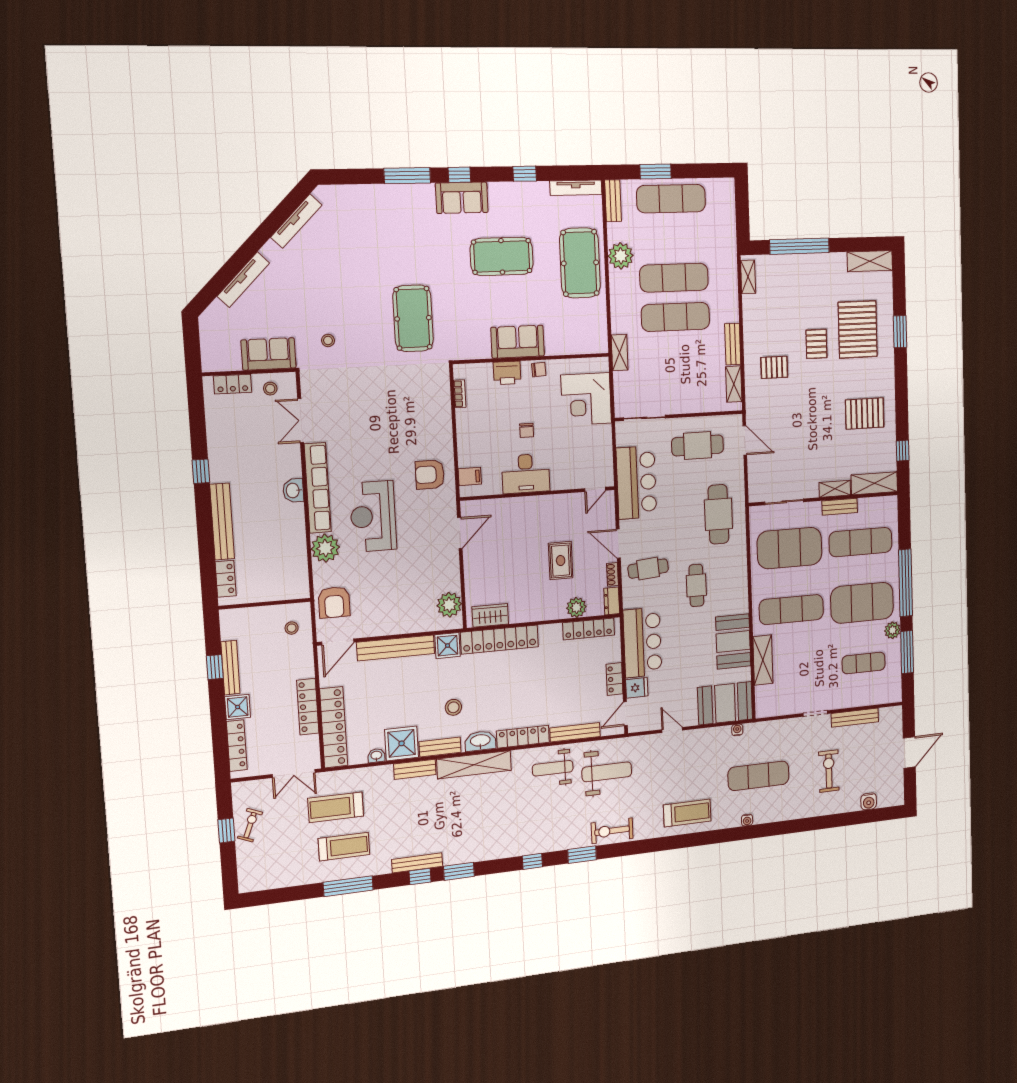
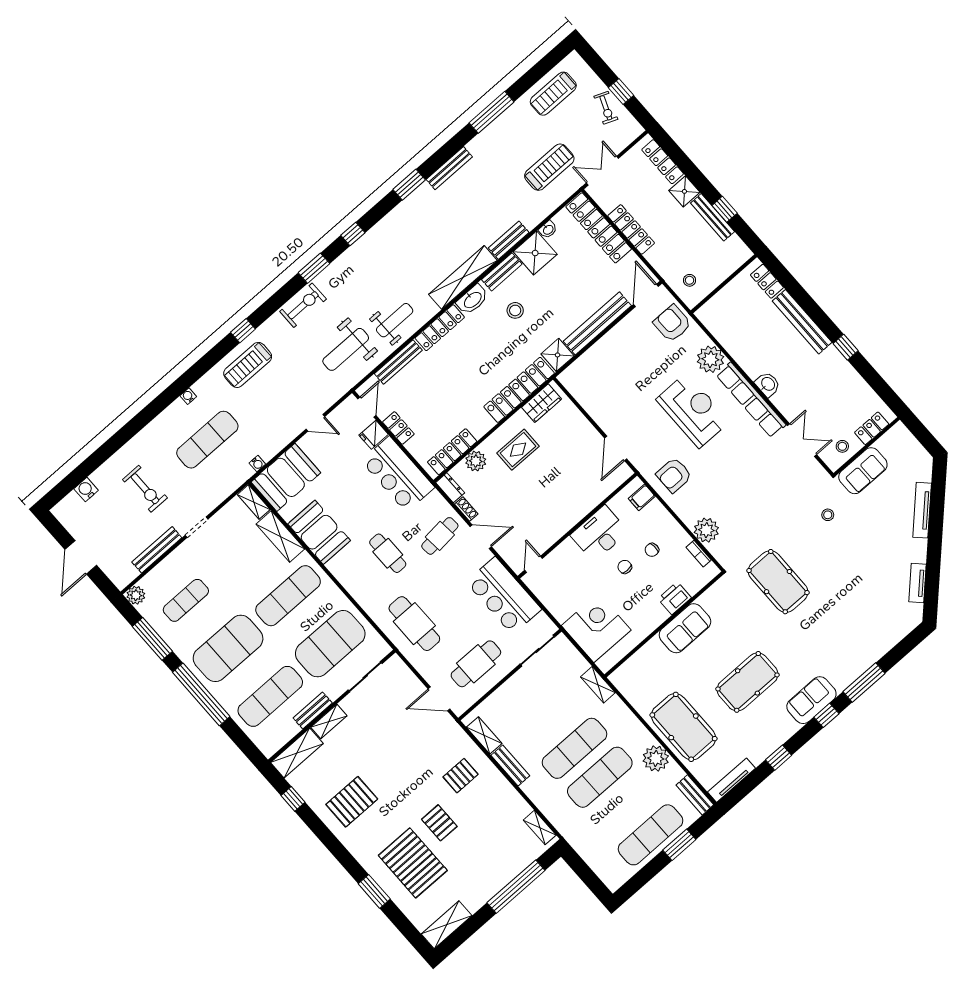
tv unit: (296, 221) -> (917, 583), width x0.71
chair: (539, 370) -> (652, 550), moved
armchair: (430, 474) -> (674, 475), turned 180
rug: (561, 561) -> (518, 450), moved, turned 90
plant: (449, 605) -> (706, 530), moved
plant: (892, 630) -> (136, 595), moved
shelving: (762, 702) -> (254, 502), added
treadmill: (344, 847) -> (553, 94), moved
window: (420, 877) -> (243, 331), moved

